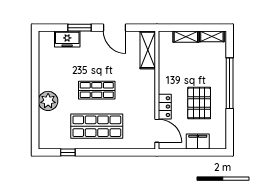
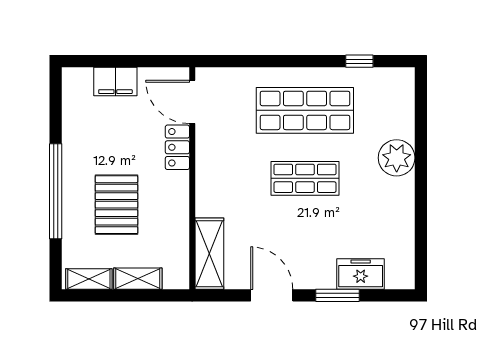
pallet: (199, 103) -> (116, 205), moved

